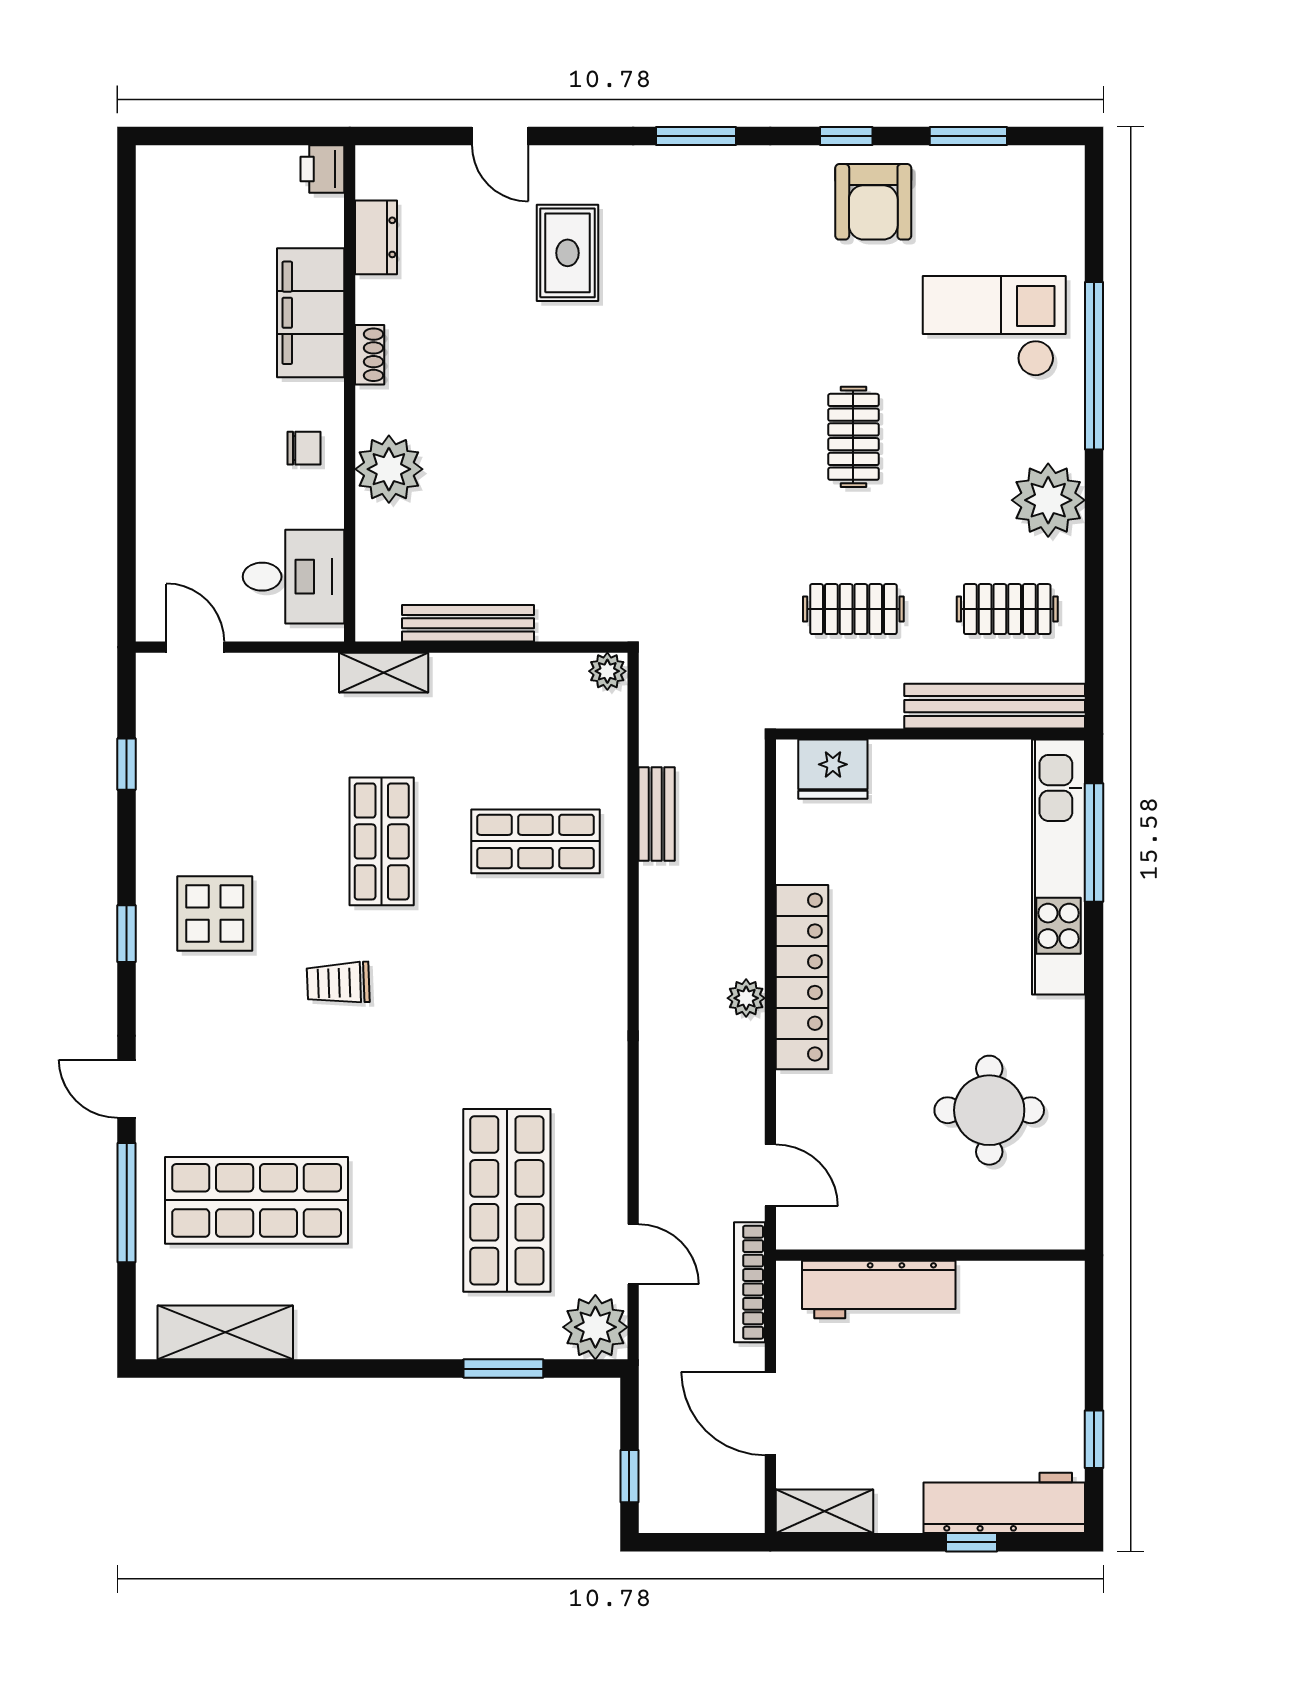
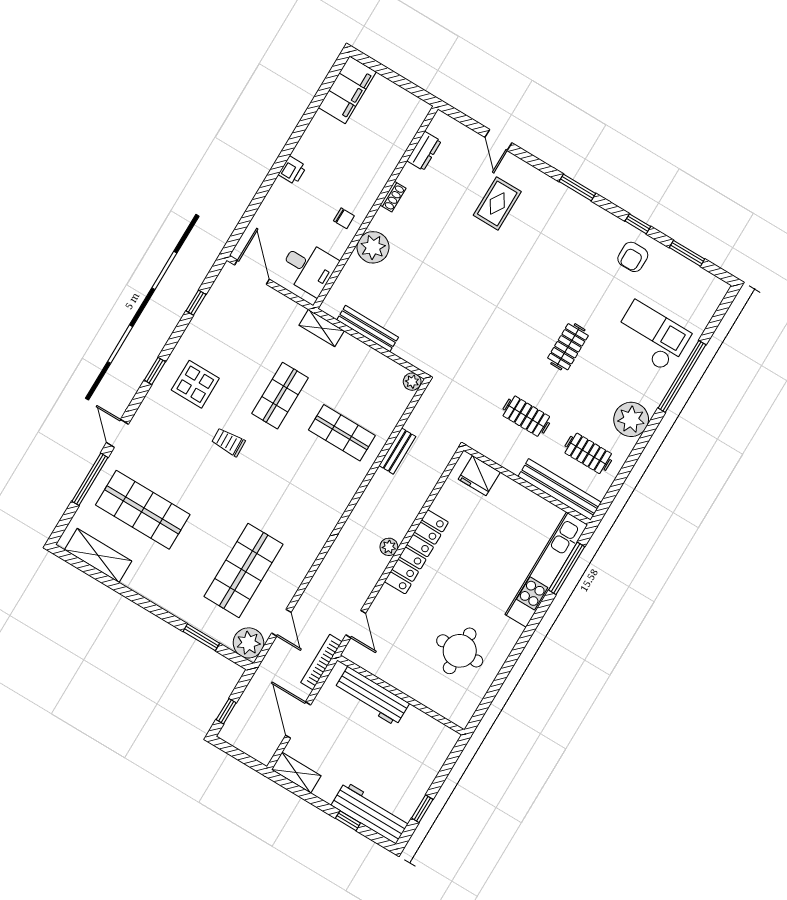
printer: (322, 169) -> (292, 170), moved, turned 180
armchair: (873, 202) -> (633, 257), width x0.72, depth x0.72
filing cabinet: (311, 313) -> (347, 90), moved, turned 180
door: (195, 647) -> (252, 272), width x1.38

